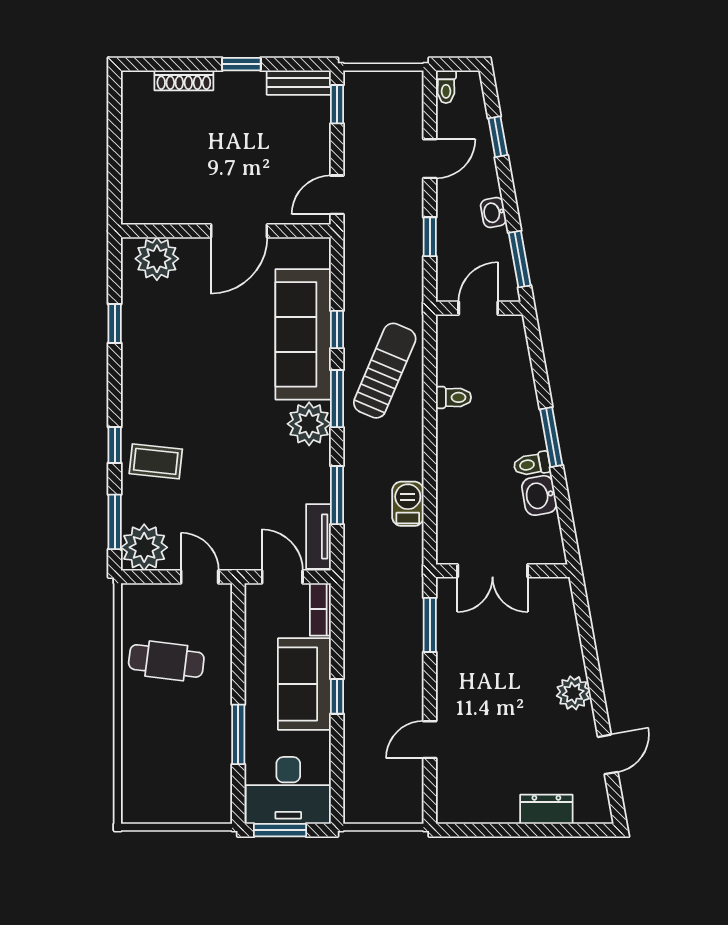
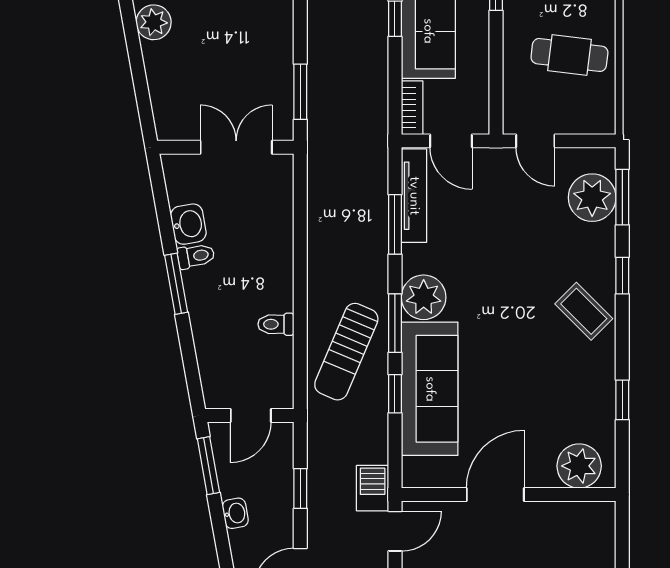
coffee table: (156, 461) -> (584, 311), moved, turned 39
barbecue: (408, 504) -> (373, 488), moved, turned 180
tv unit: (318, 537) -> (414, 196), width x1.41
plant: (144, 547) -> (592, 198), moved

